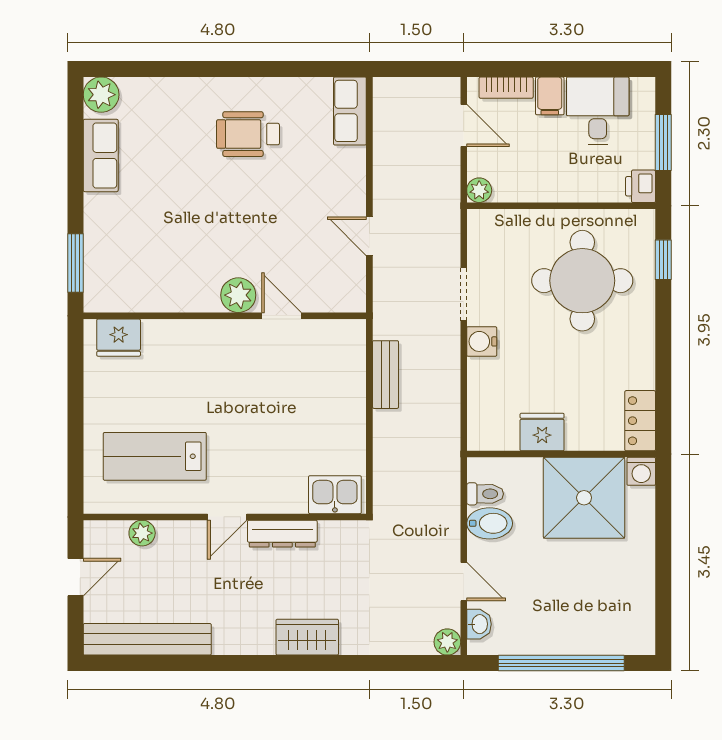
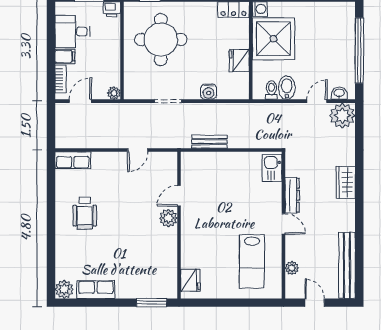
water cooler: (482, 341) -> (209, 92), moved
plant: (447, 642) -> (342, 116), width x1.87, depth x1.87

